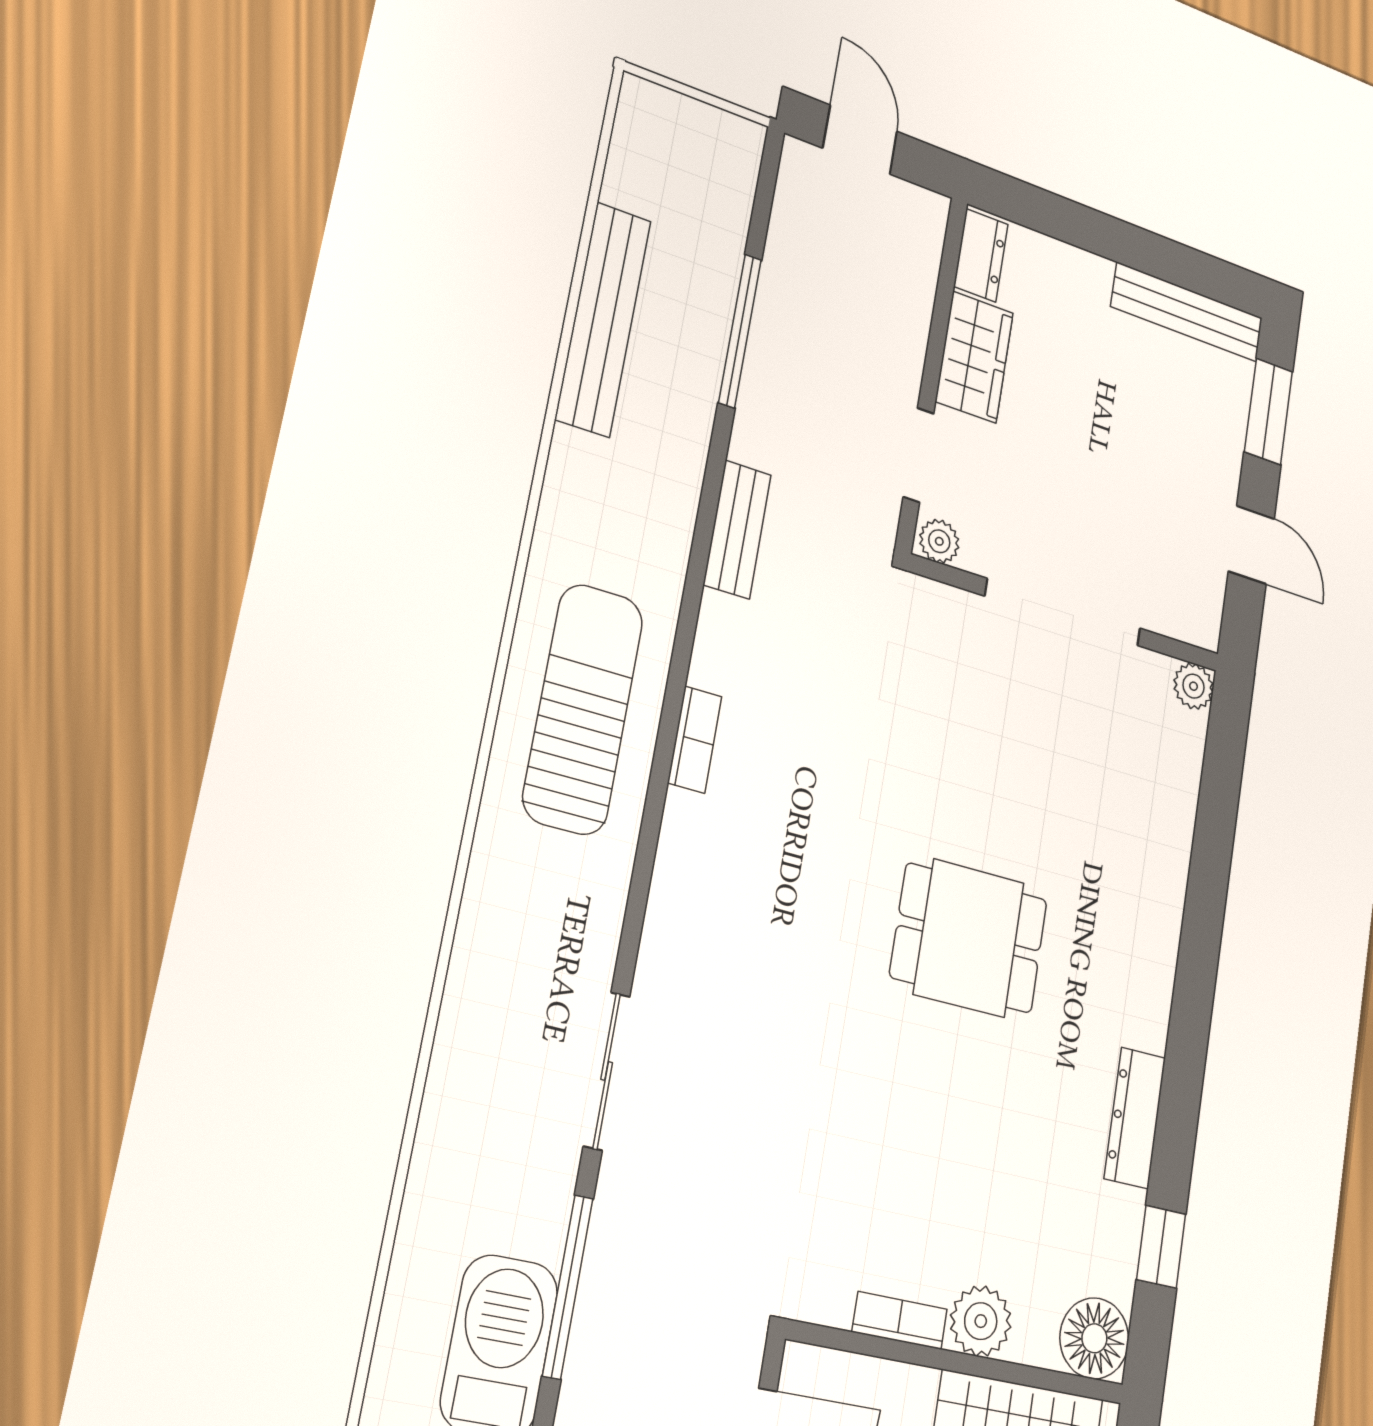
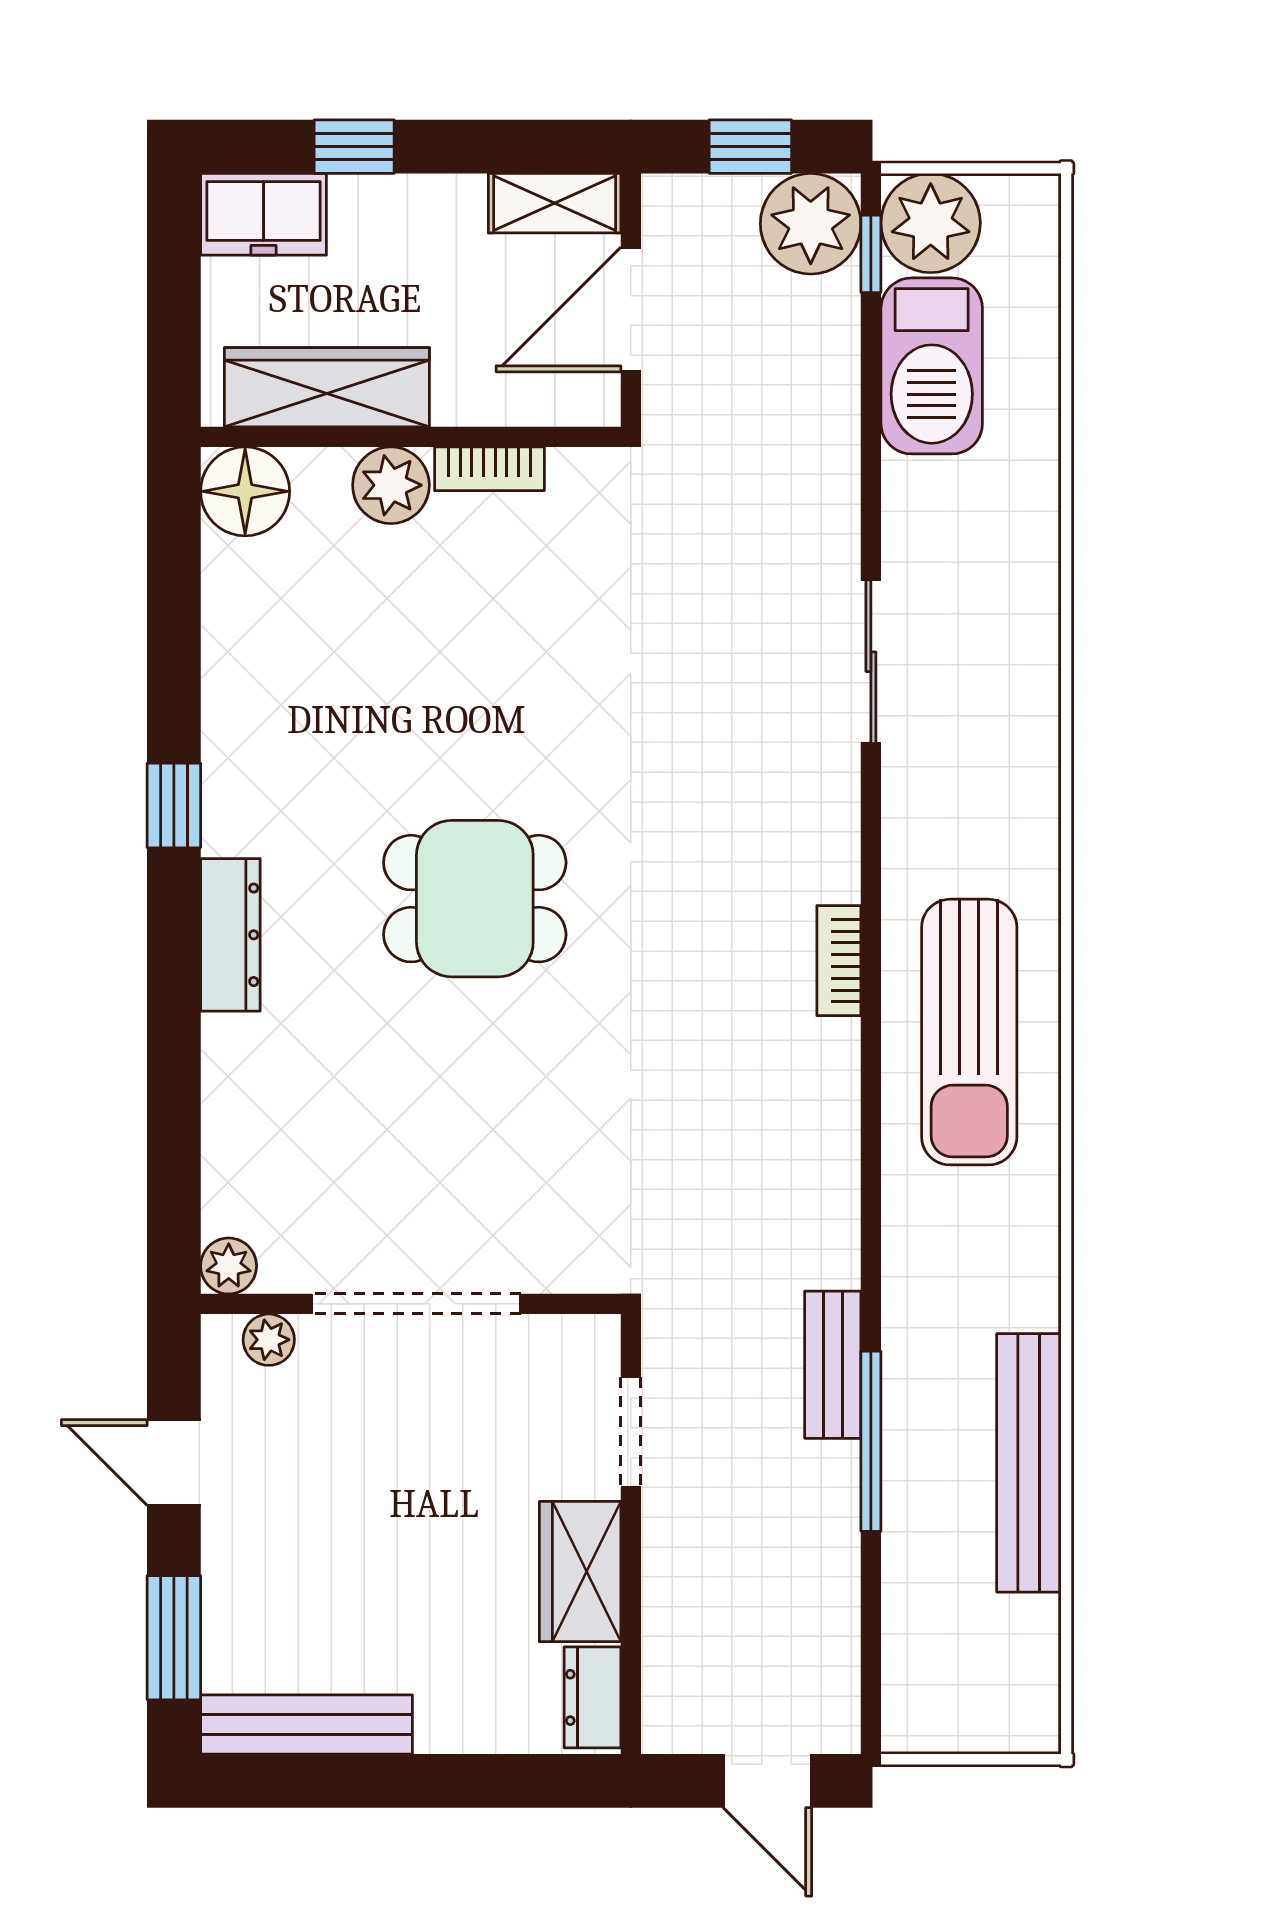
window: (740, 331) -> (871, 1441), moved
bench: (737, 530) -> (833, 1365), moved
plant: (939, 541) -> (269, 1340), moved
bookcase: (695, 740) -> (839, 961), moved
dresser: (1135, 1118) -> (230, 935), moved
window: (1161, 1247) -> (174, 805), moved
window: (568, 1287) -> (871, 437), removed

